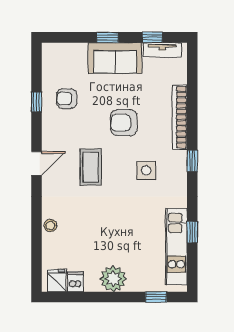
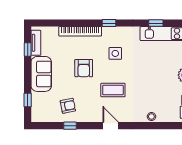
window: (108, 37) -> (28, 100), moved
armchair: (67, 99) -> (68, 106), turned -101

